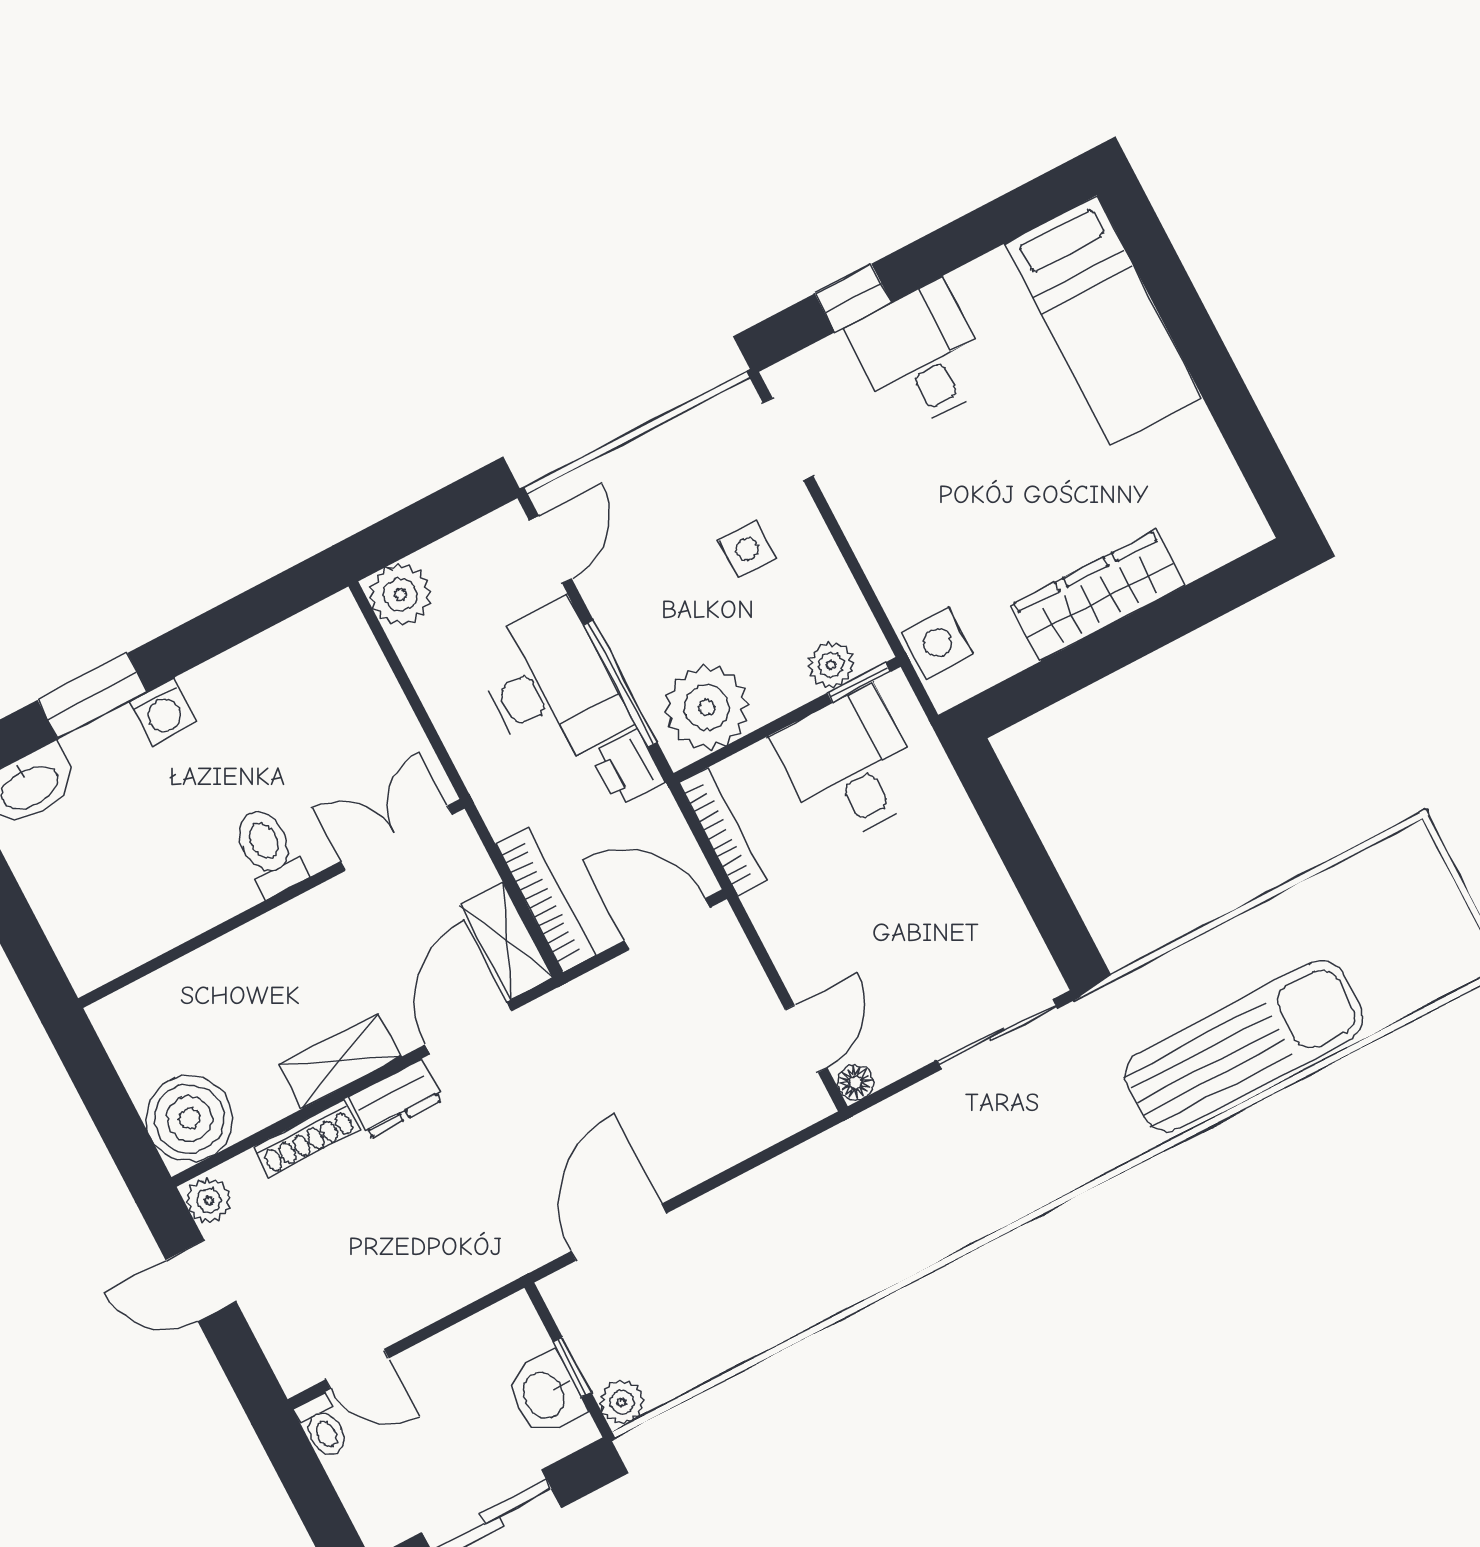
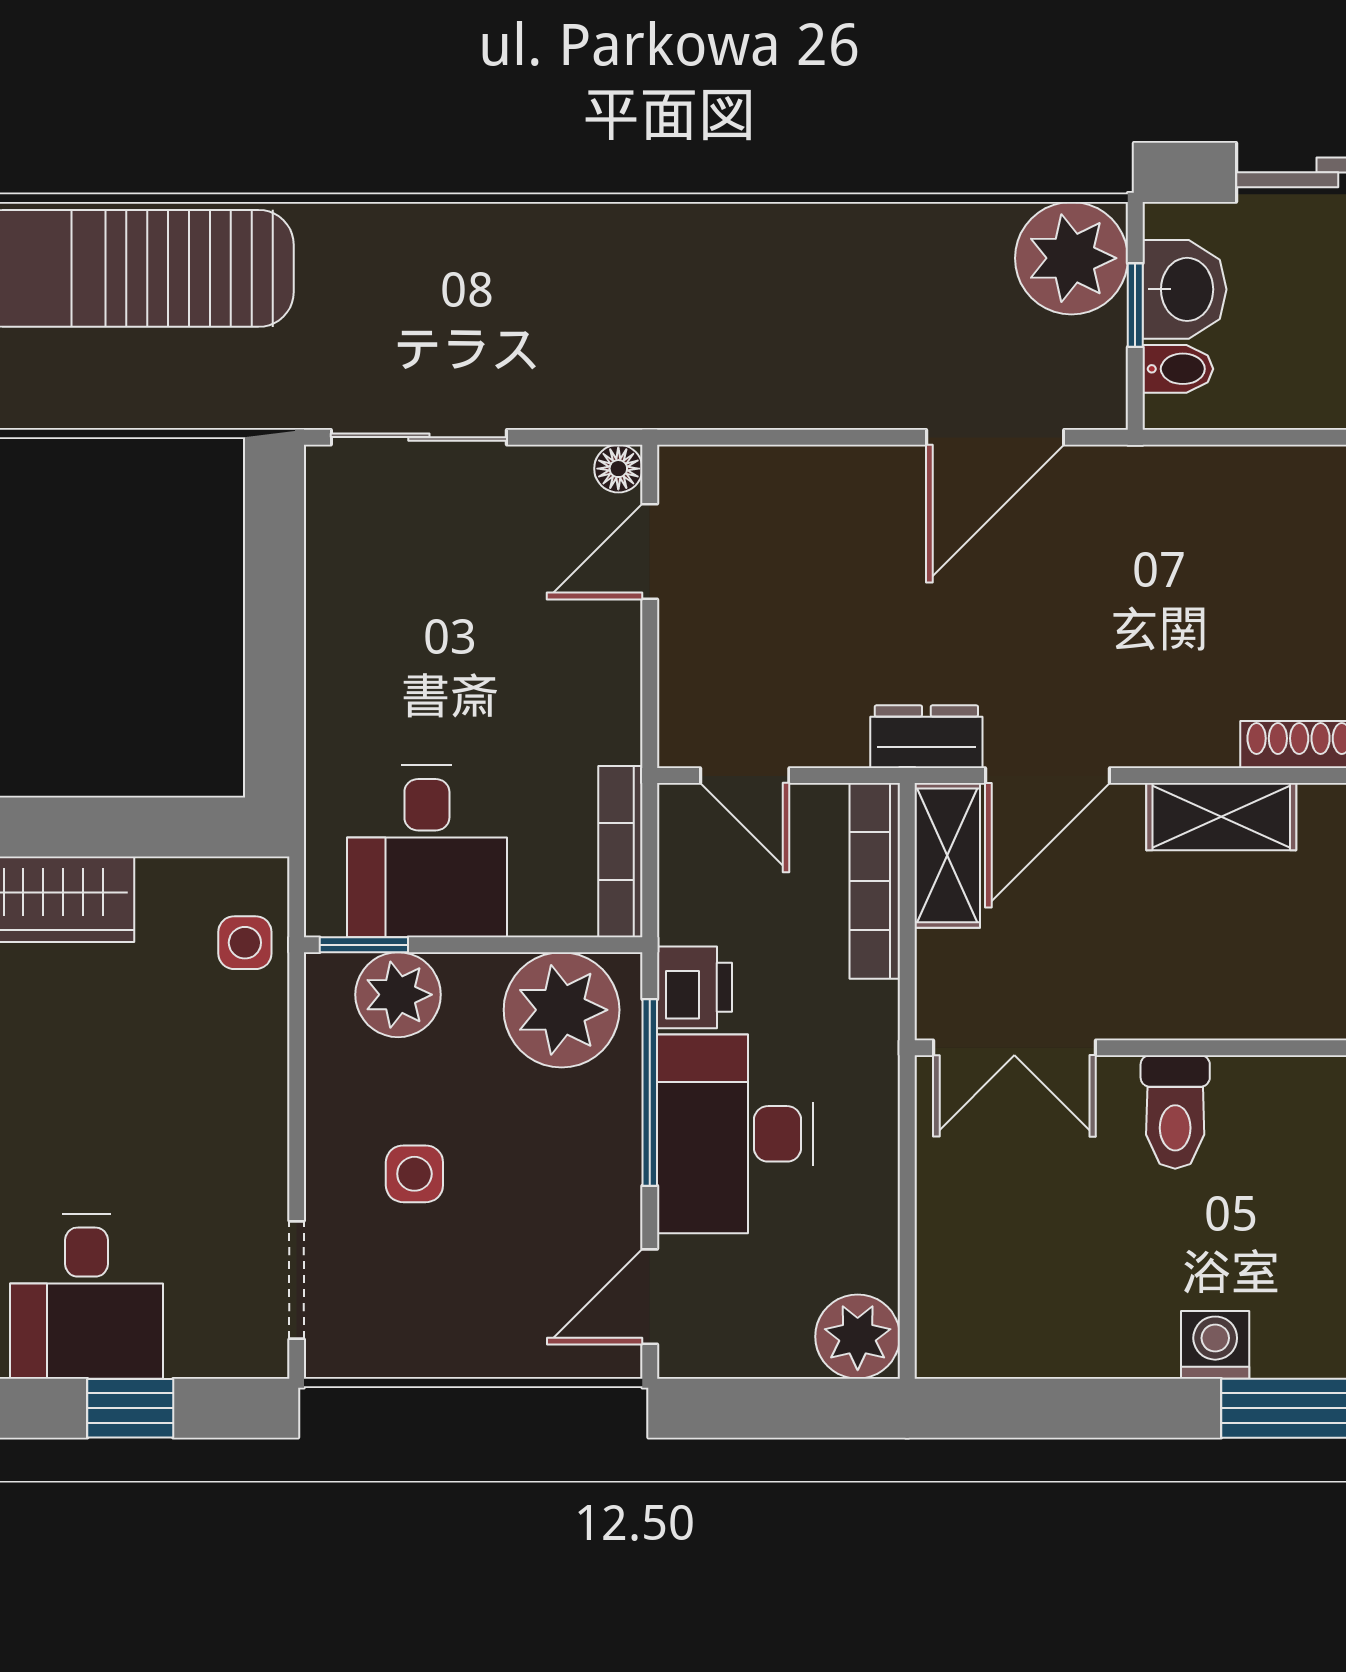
side table: (938, 643) -> (245, 943), width x0.73, depth x0.73
plant: (831, 665) -> (398, 995), width x1.38, depth x1.38
door: (667, 924) -> (745, 776), width x0.73
dresser: (396, 1099) -> (926, 737), moved
bidet: (522, 1340) -> (1178, 369), added
plant: (622, 1402) -> (1071, 258), width x1.87, depth x1.87

